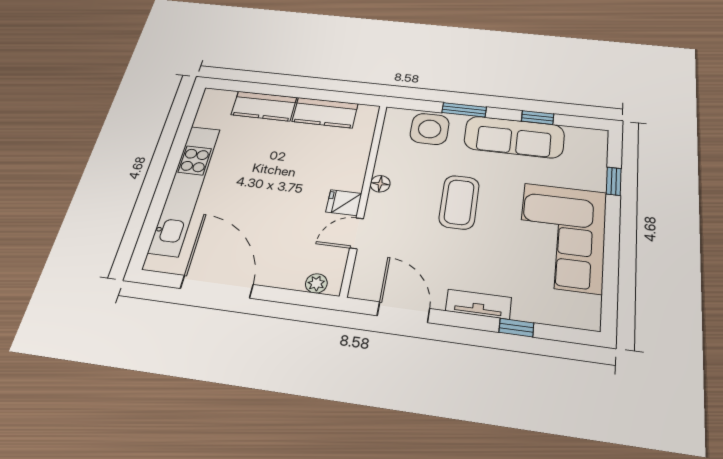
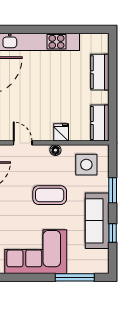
kitchen counter: (325, 113) -> (100, 123), moved
side table: (430, 129) -> (86, 165), moved
window: (614, 181) -> (75, 277), width x2.17
fridge: (344, 203) -> (61, 132), moved

